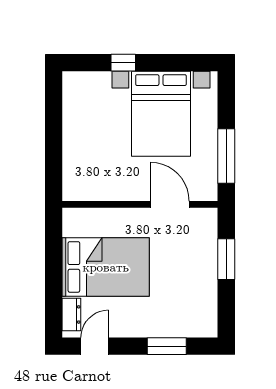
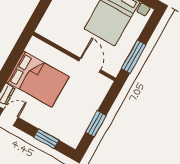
window: (226, 259) -> (96, 124), moved

